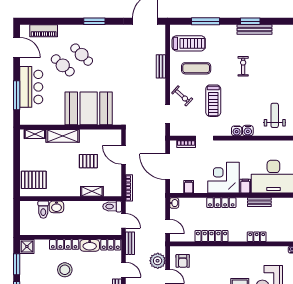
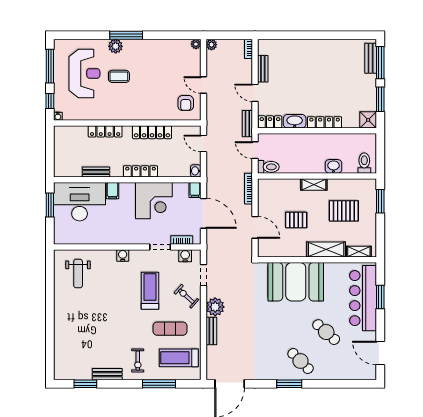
window: (250, 21) -> (85, 384), moved
bench: (254, 29) -> (107, 374), width x0.73
piano: (44, 31) -> (349, 373), removed
cafe table: (82, 55) -> (301, 361), moved
exercise bike: (243, 66) -> (138, 361), moved
bar counter: (31, 87) -> (363, 298), width x1.36
window: (17, 95) -> (380, 297), width x0.69
water cooler: (248, 131) -> (185, 256), moved
window: (17, 177) -> (380, 201), added
corner desk: (224, 178) -> (154, 201), moved
pallet: (34, 180) -> (344, 211), moved
filing cabinet: (189, 187) -> (195, 190), moved
shelving: (92, 191) -> (314, 184), moved
toilet: (43, 210) -> (364, 163), moved
locker: (257, 237) -> (105, 131), width x1.53
plant: (158, 261) -> (215, 307), moved
armchair: (183, 261) -> (186, 103), turned 180
stool: (65, 270) -> (324, 93), removed

